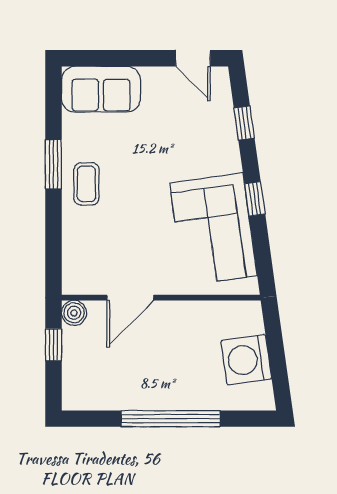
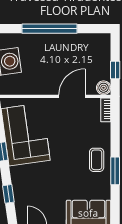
bookcase: (70, 273) -> (106, 110), added

